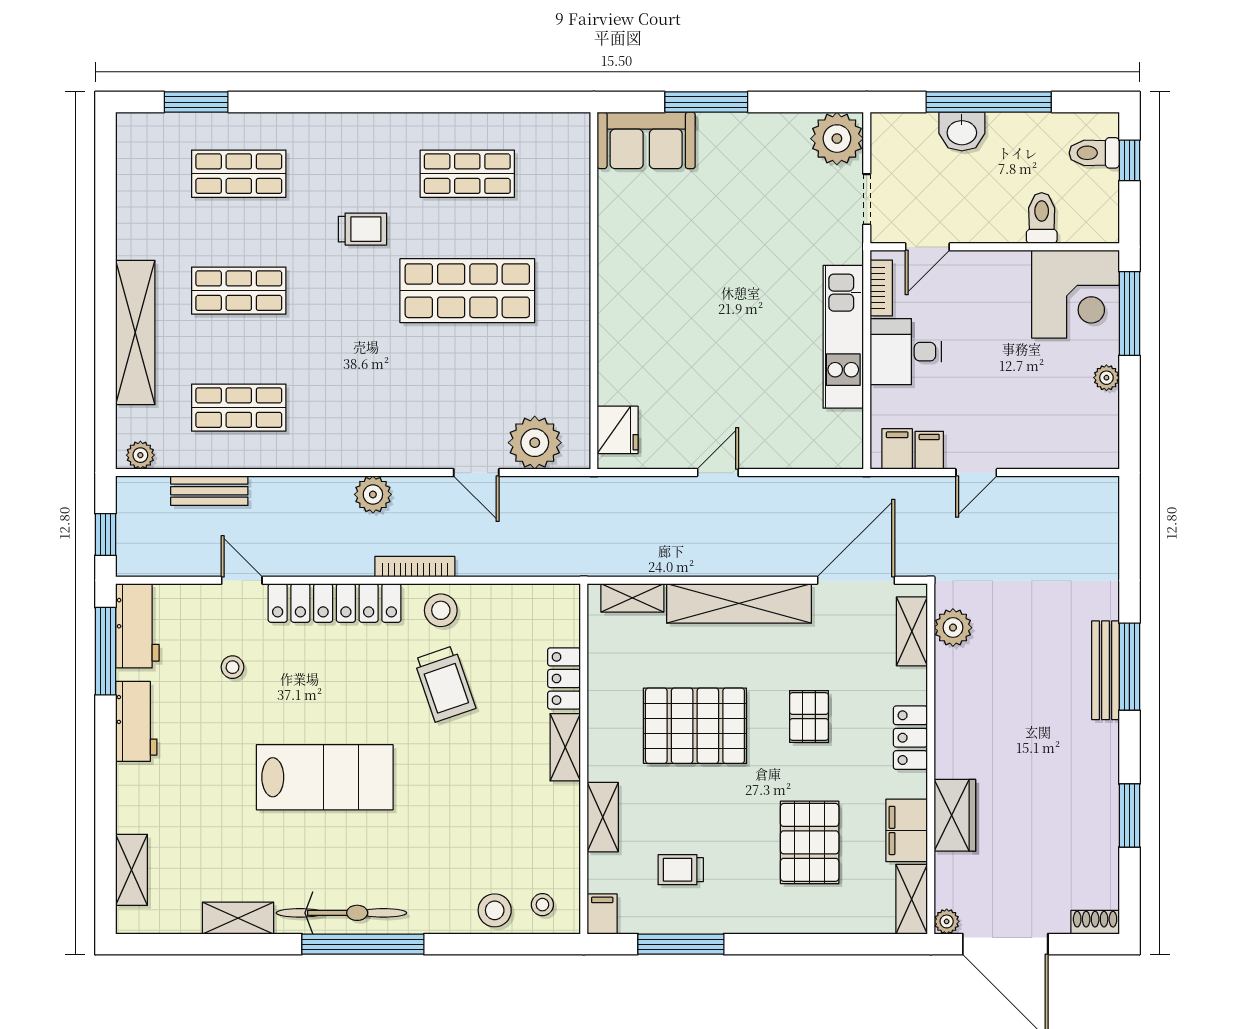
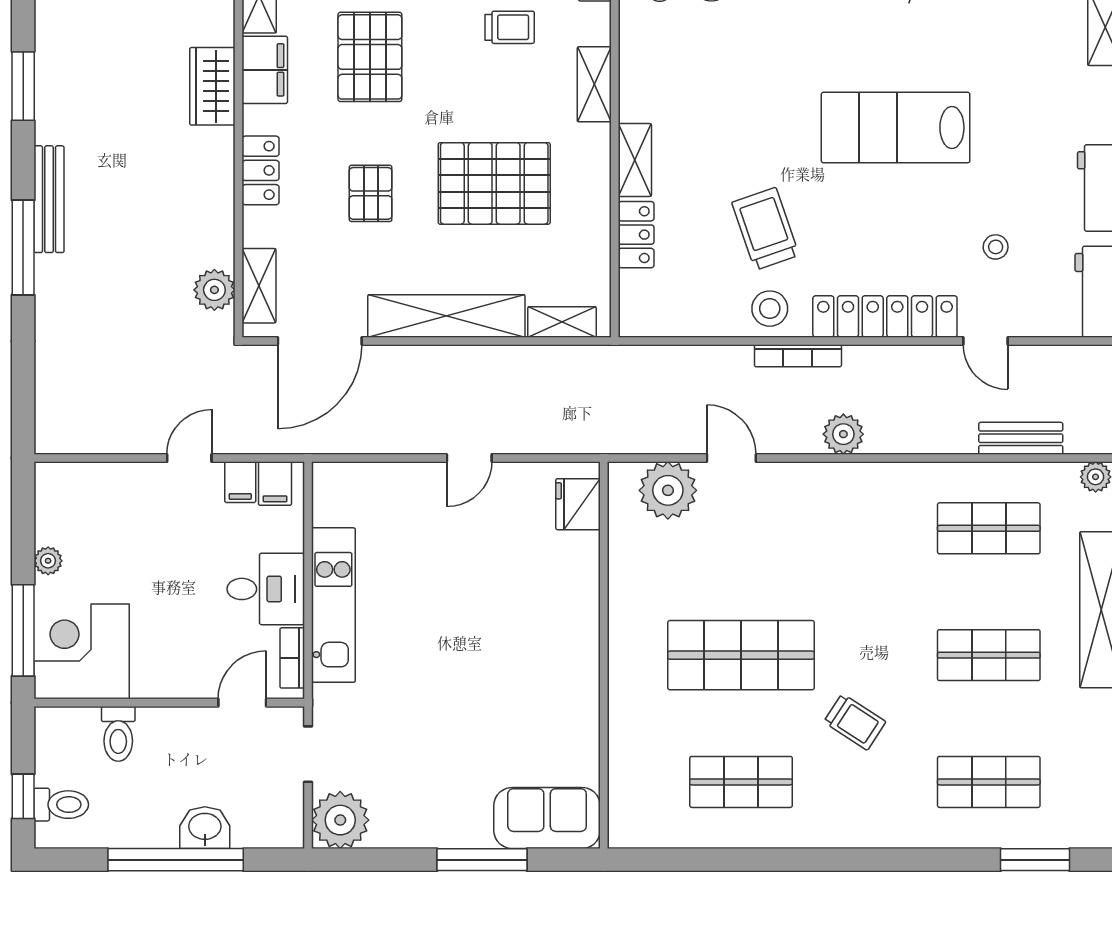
trolley: (362, 229) -> (855, 722), turned -147
bench: (1106, 670) -> (49, 199), moved

